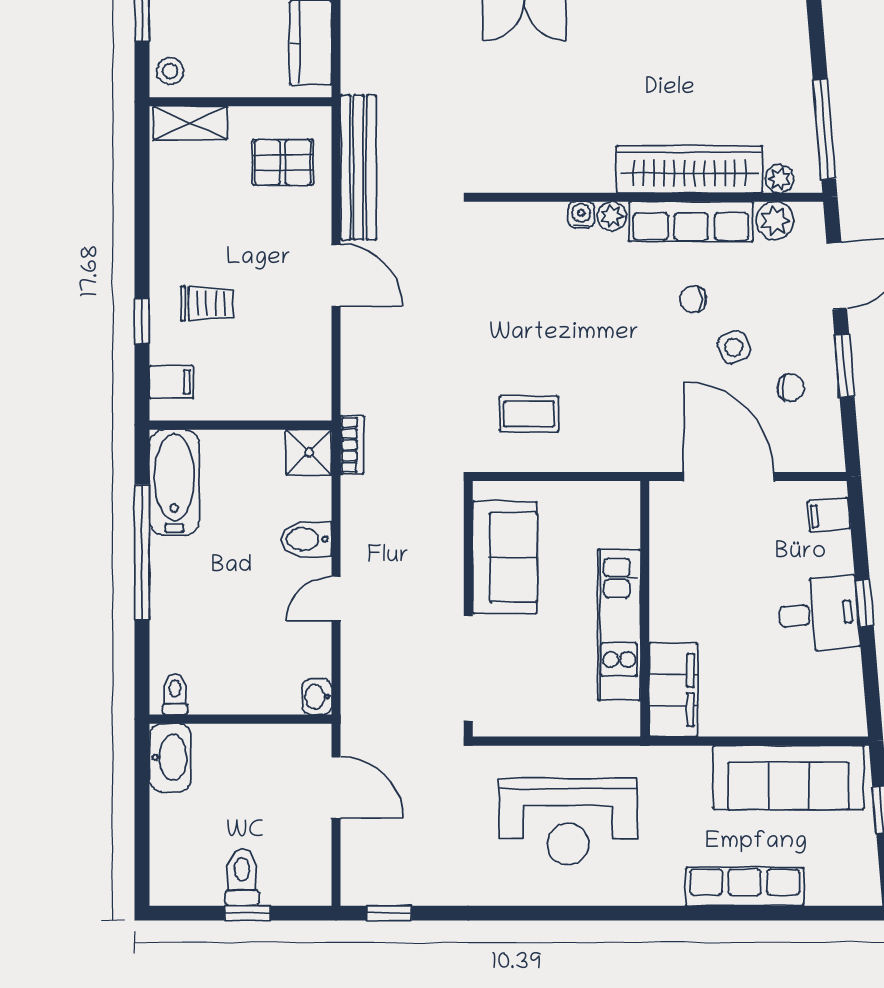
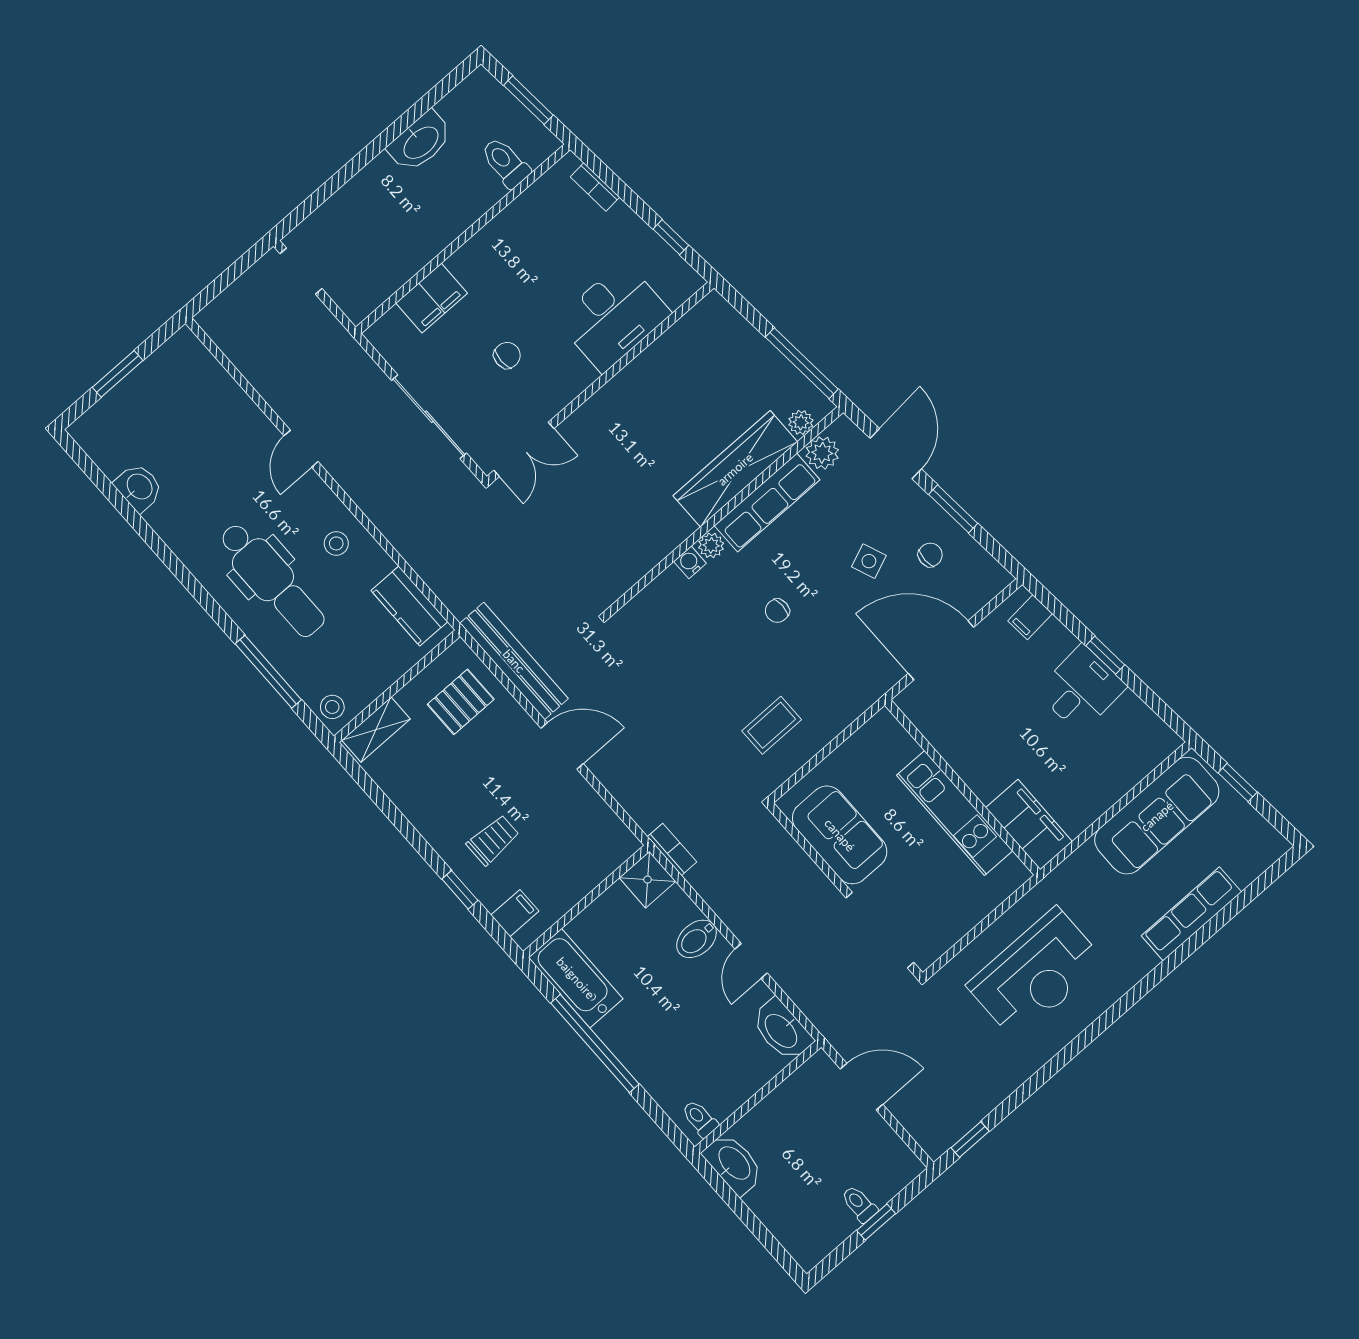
chair: (693, 299) -> (777, 611), moved
washbasin: (317, 697) -> (782, 1030), width x1.91, depth x1.45
toilet: (242, 877) -> (859, 1204), width x0.73, depth x0.72

